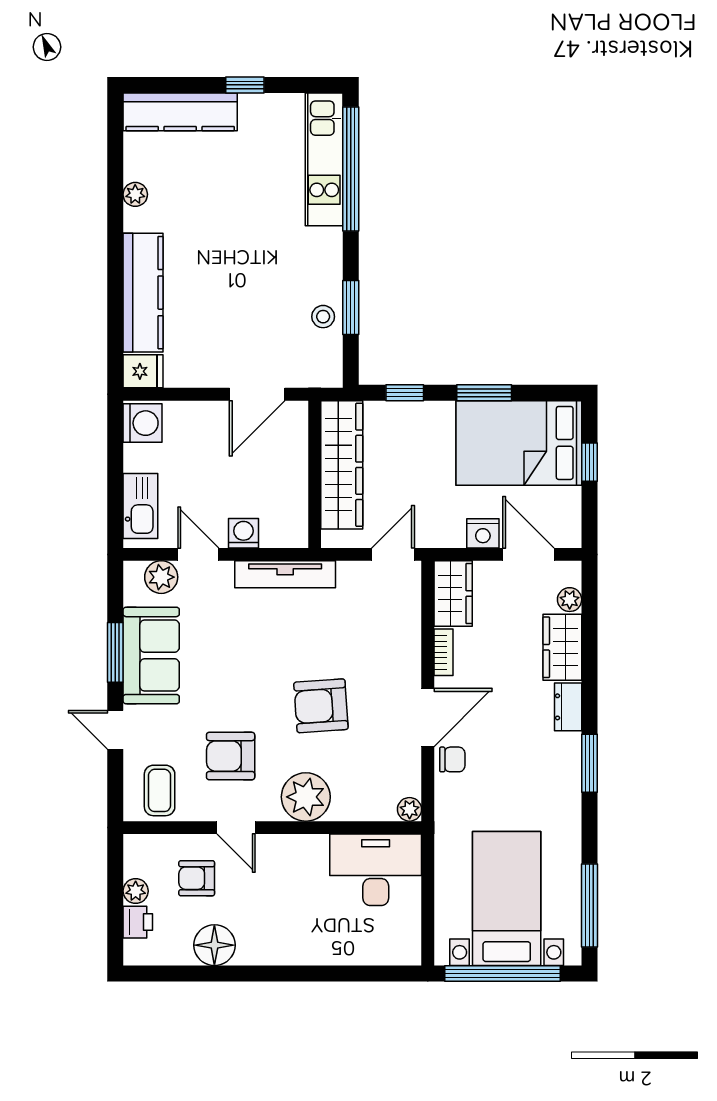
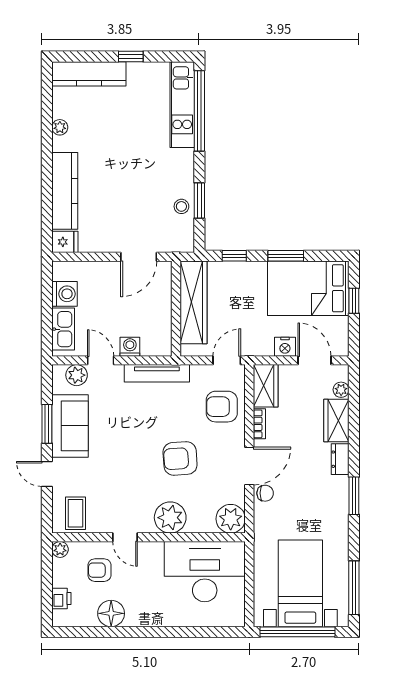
washing machine: (142, 423) -> (64, 294), moved
armchair: (231, 756) -> (222, 407), moved
plant: (410, 809) -> (231, 519), width x1.88, depth x1.88
desk: (376, 870) -> (205, 572), width x1.36, depth x1.30
plant: (136, 891) -> (60, 549), moved

